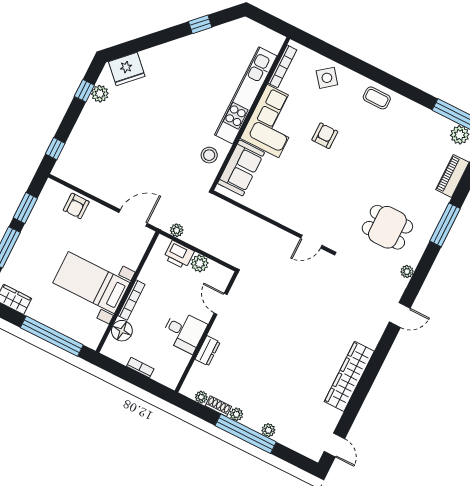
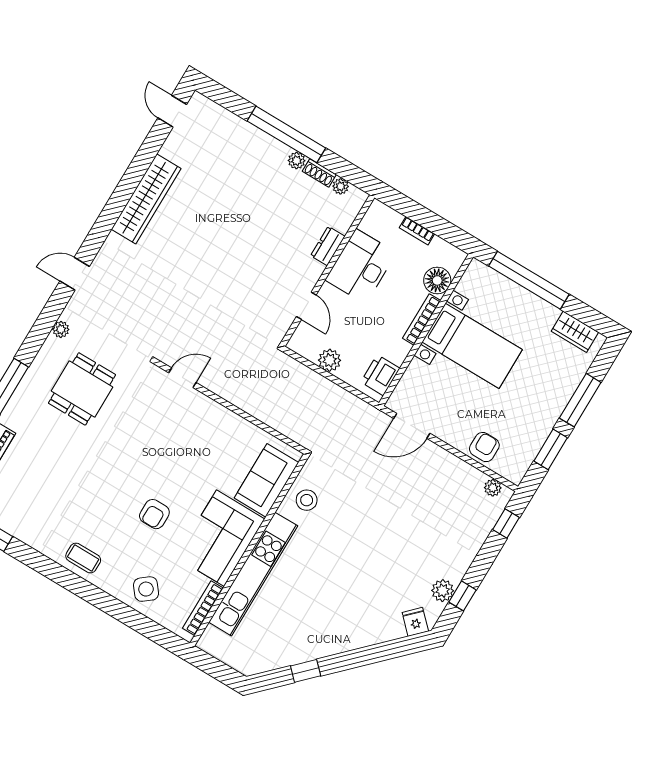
fridge: (127, 69) -> (415, 622), width x0.53, depth x0.75
dining table: (387, 227) -> (82, 389), turned 90
plant: (177, 230) -> (493, 488), moved
printer: (179, 255) -> (380, 375), moved, turned -90
desk: (184, 331) -> (361, 266), width x1.37
plant: (268, 430) -> (256, 137), removed

